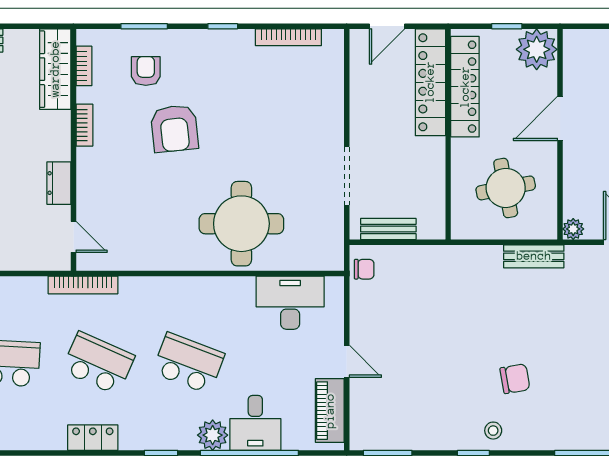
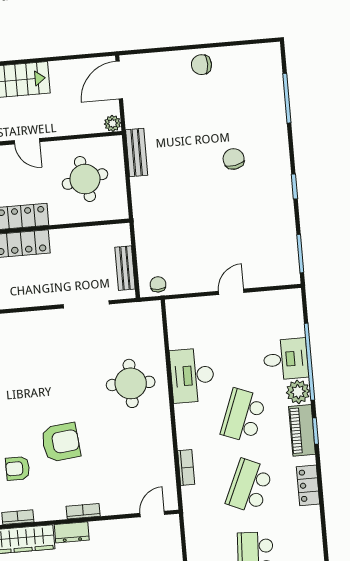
door: (560, 119) -> (27, 141), width x0.73
bookcase: (84, 125) -> (83, 511), moved
dresser: (59, 183) -> (72, 532), moved
round table: (241, 224) -> (131, 383), width x0.73, depth x0.73
bookcase: (83, 285) -> (186, 467), moved, width x0.64
desk: (290, 303) -> (192, 375), moved
piano: (330, 411) -> (302, 430), moved, turned 90
stool: (493, 431) -> (276, 173), removed

